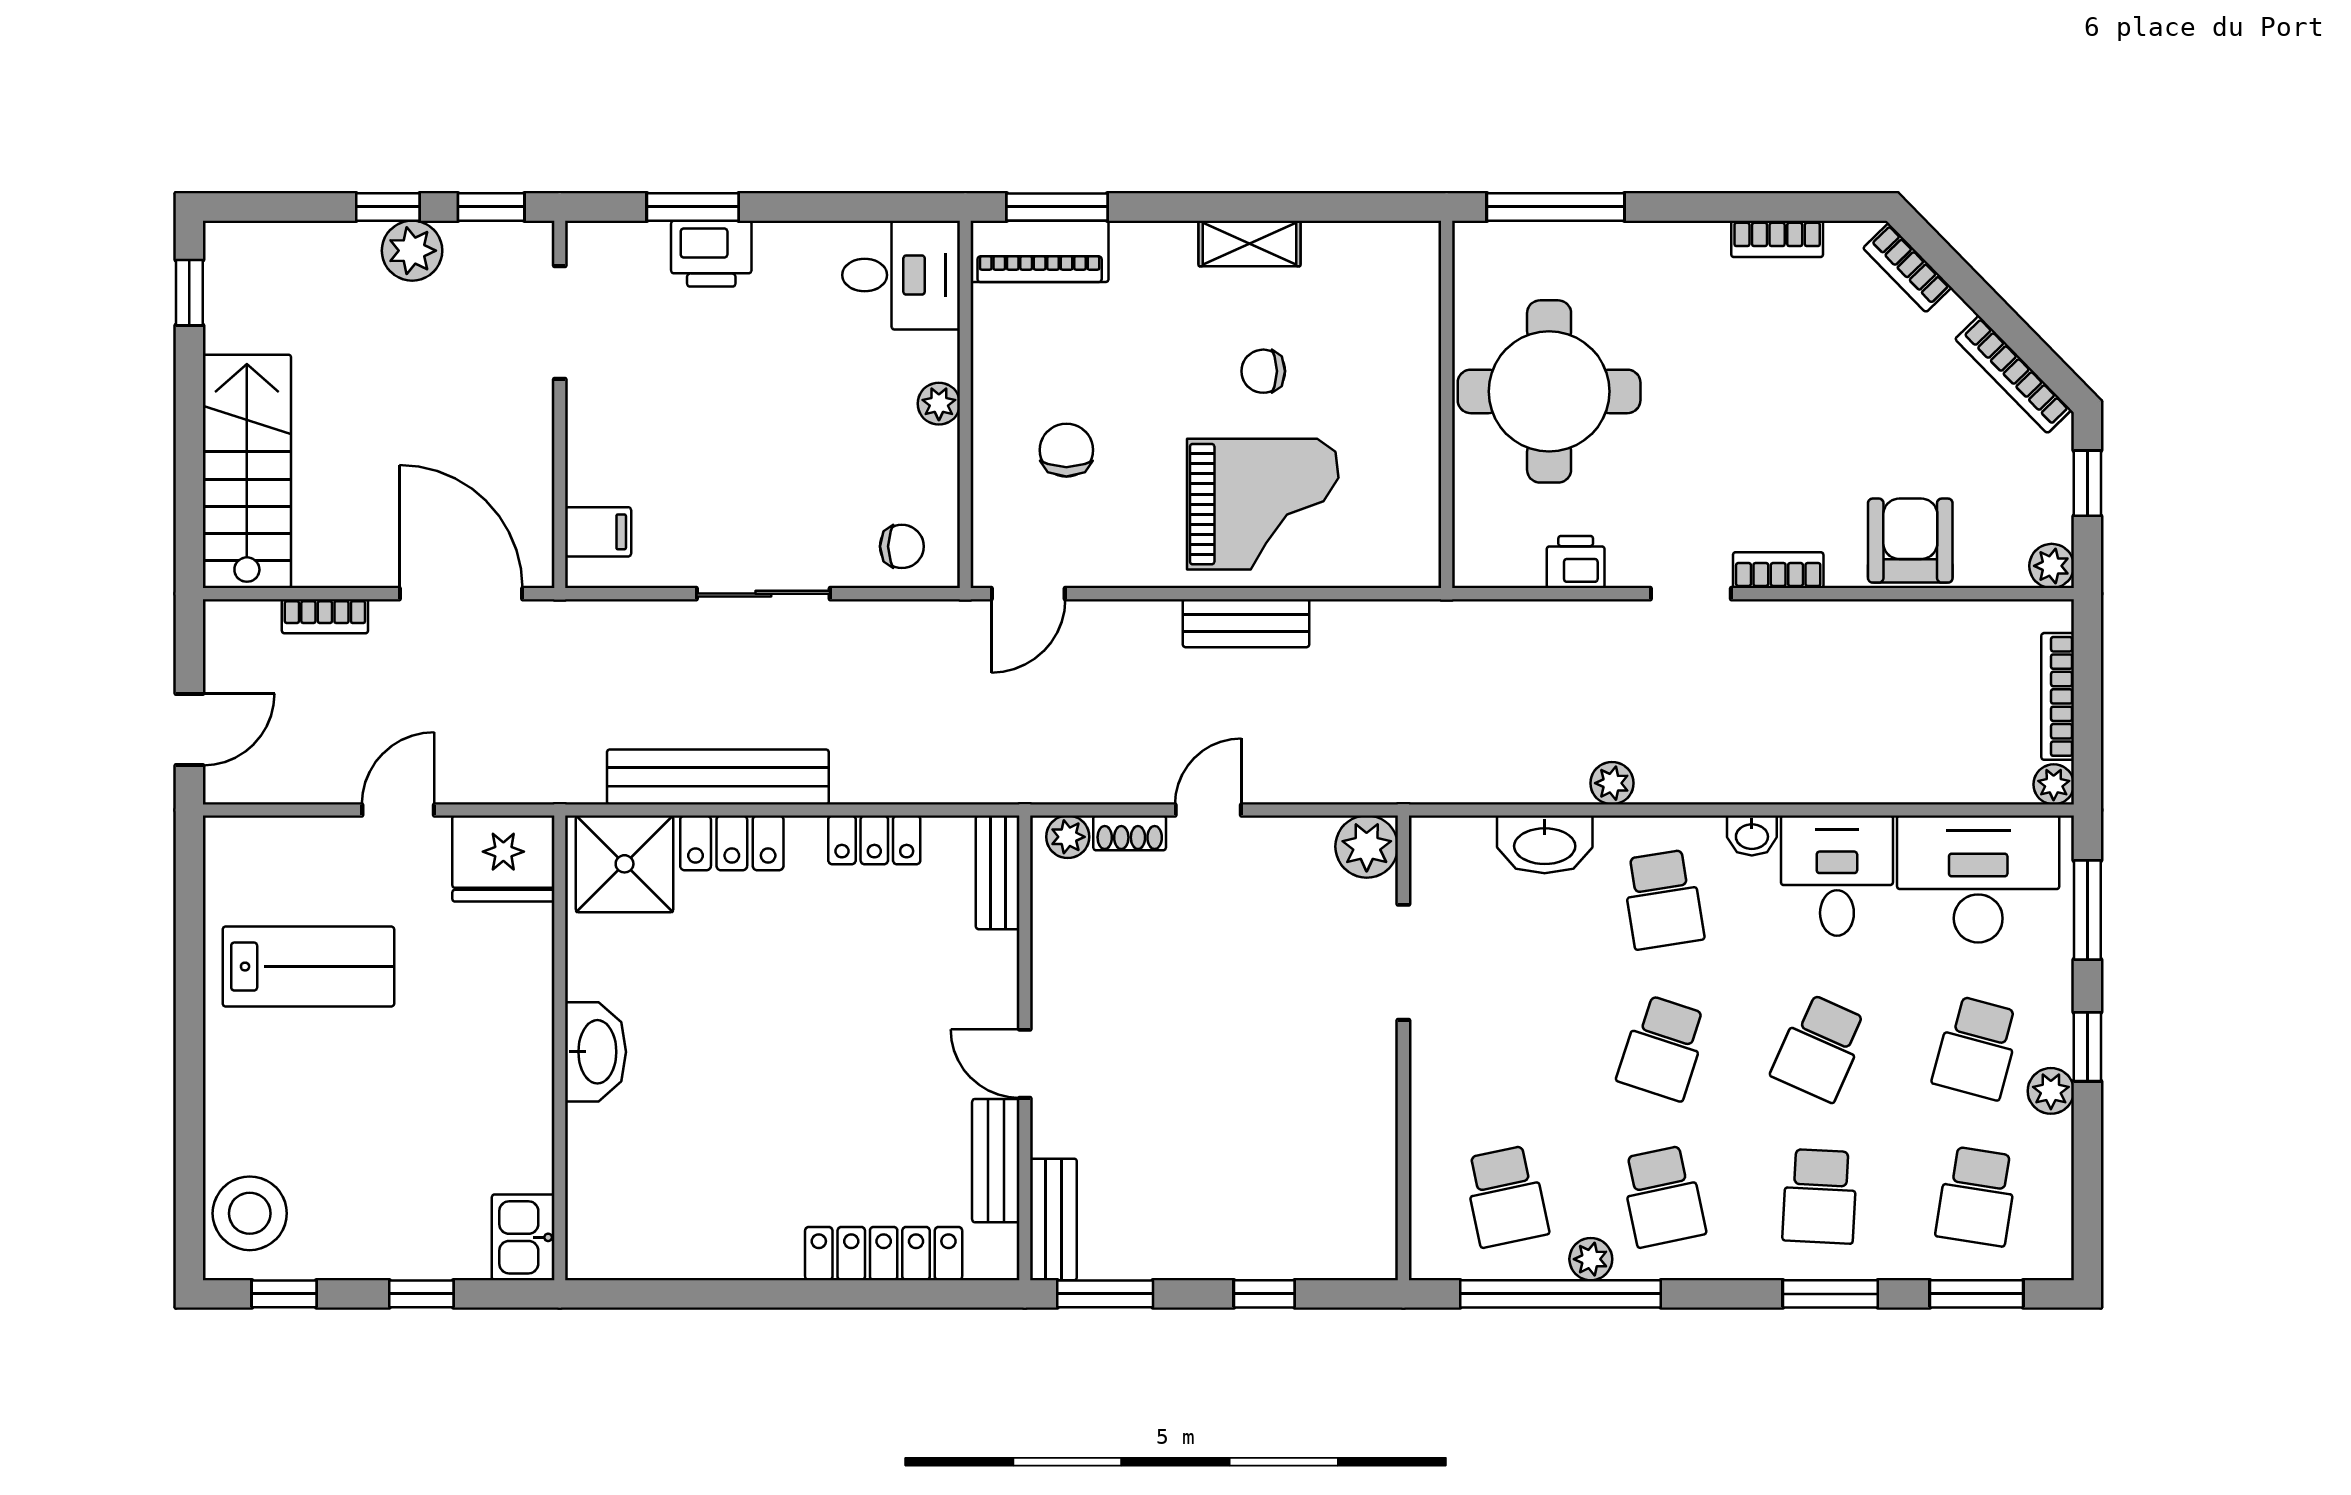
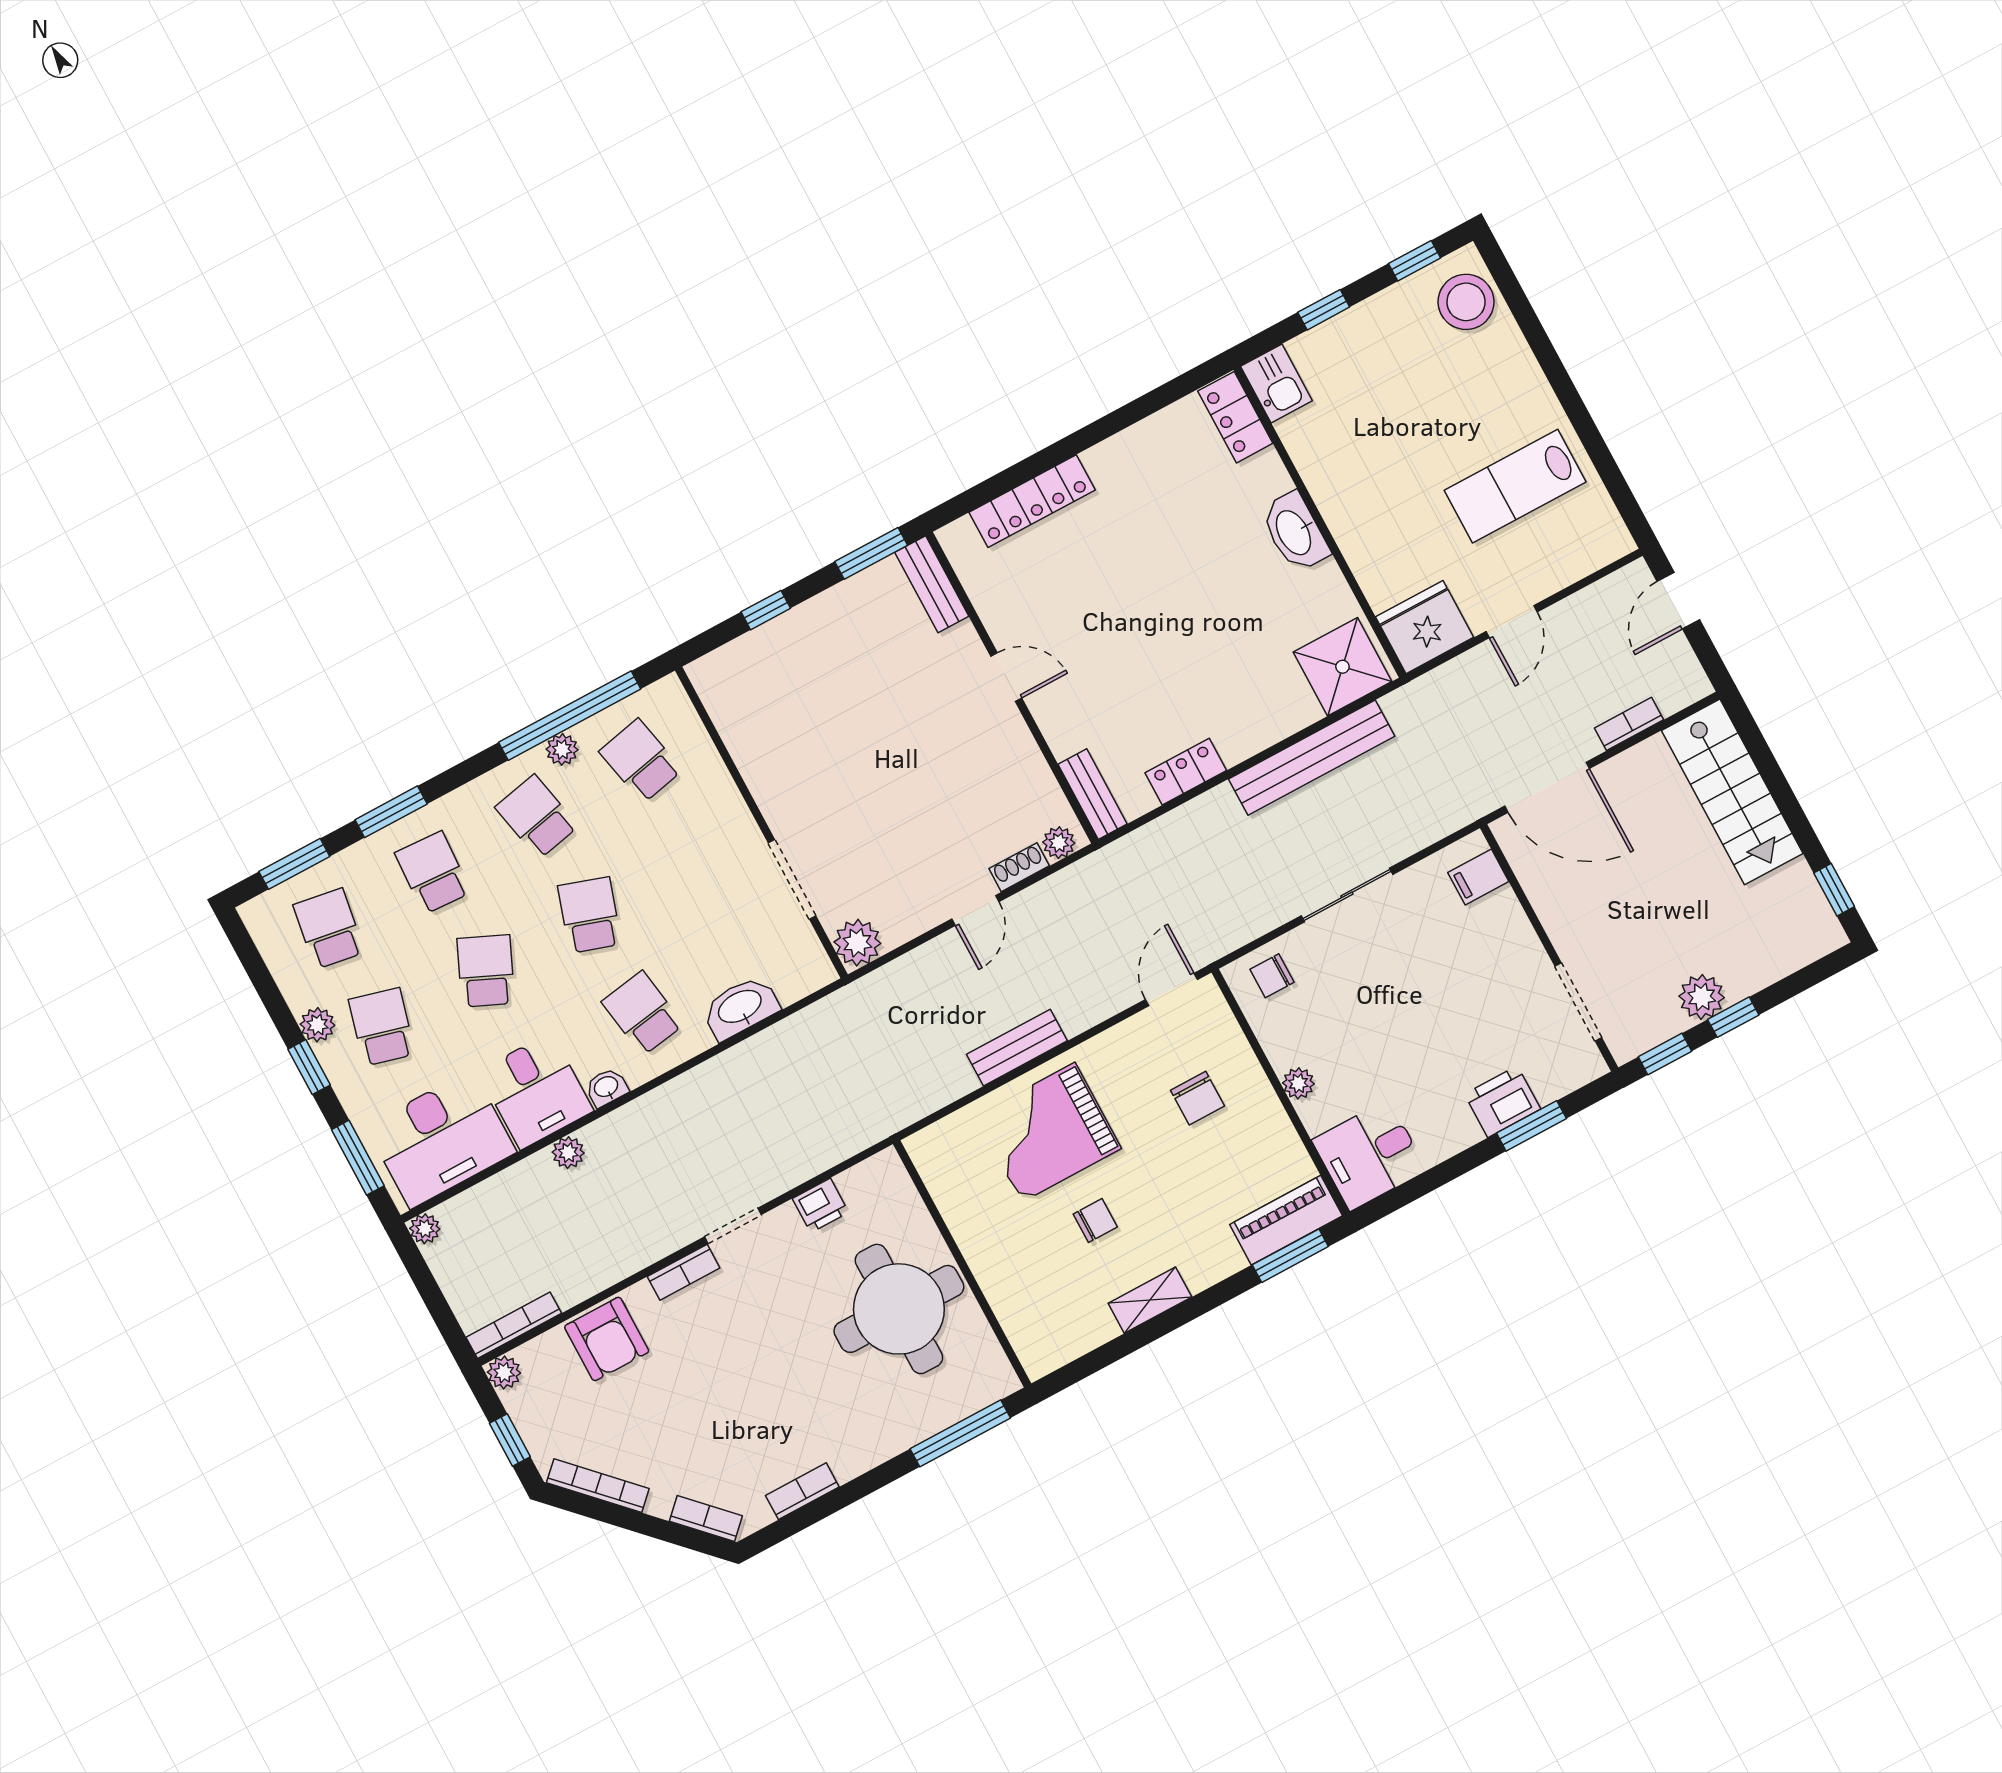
bookcase: (2058, 696) -> (514, 1325), moved, turned -90
plant: (1612, 783) -> (568, 1153), moved
locker: (732, 843) -> (1235, 417), moved, turned -90
bench: (996, 1161) -> (991, 603), removed

